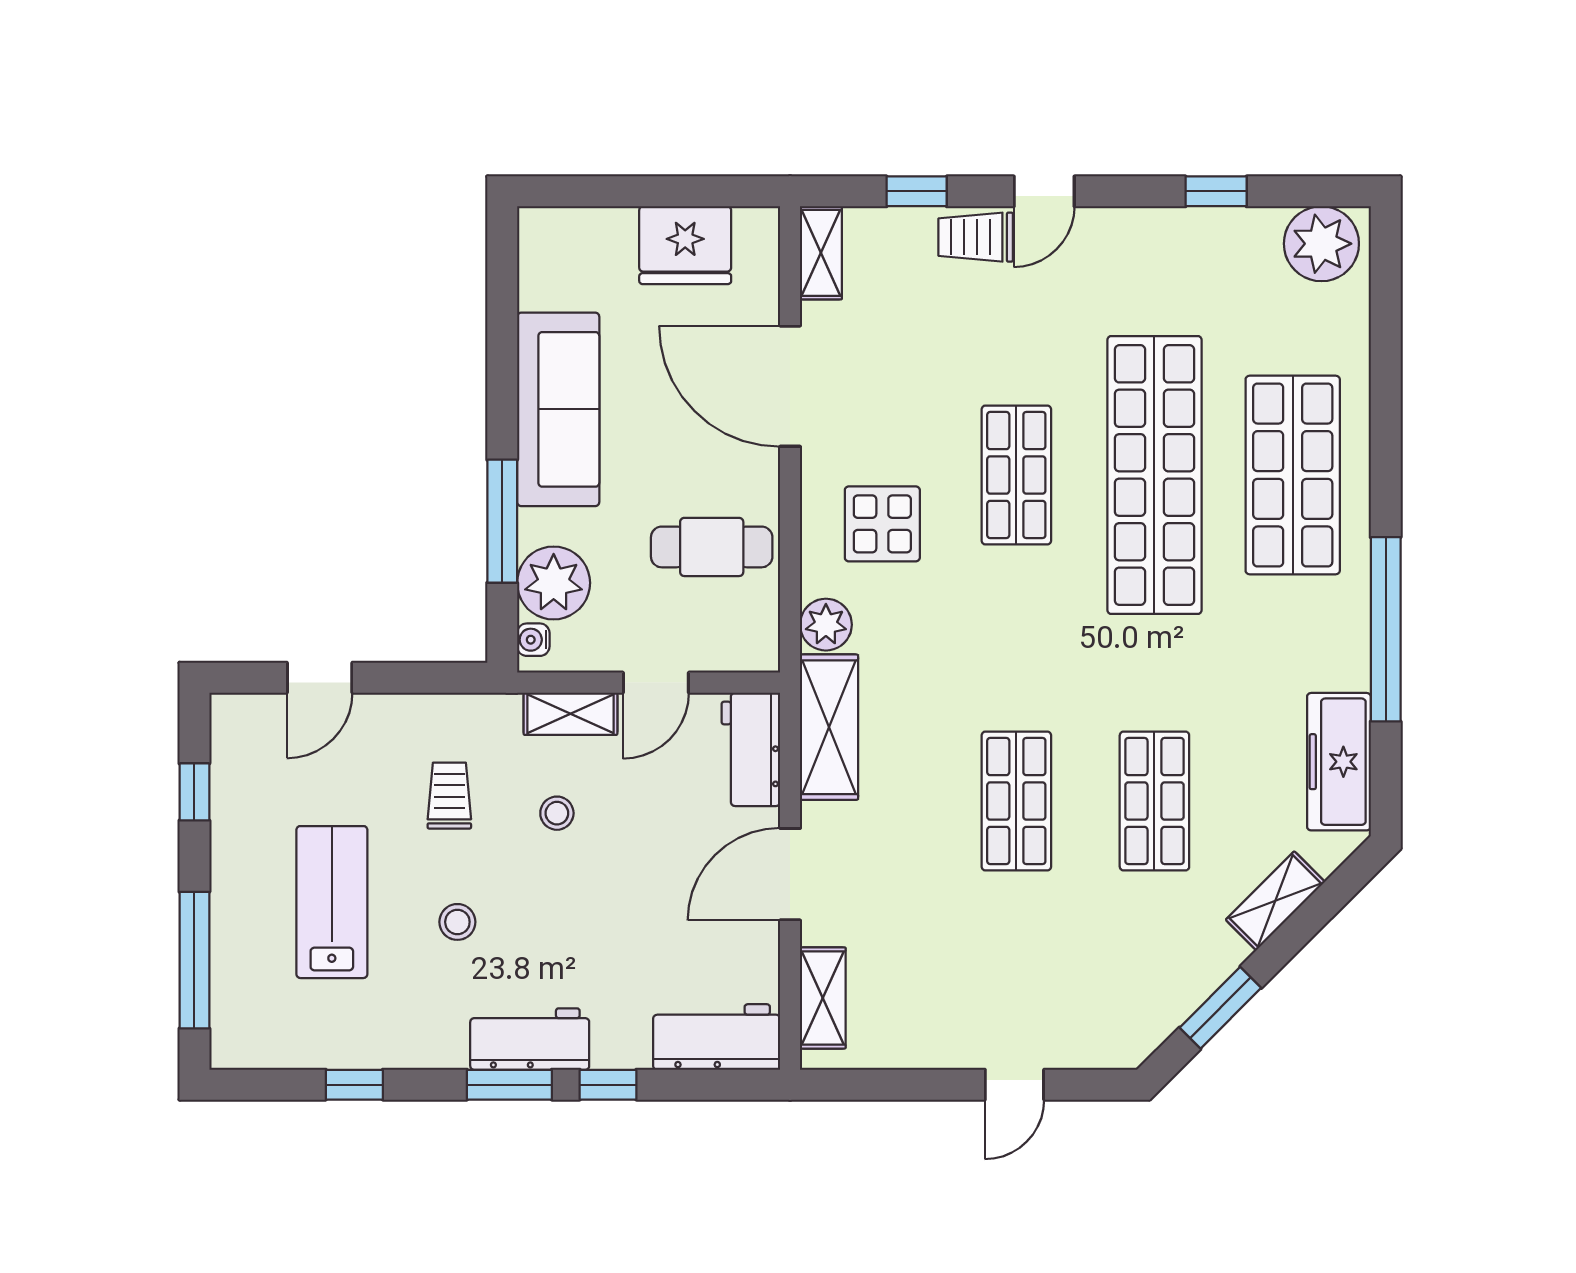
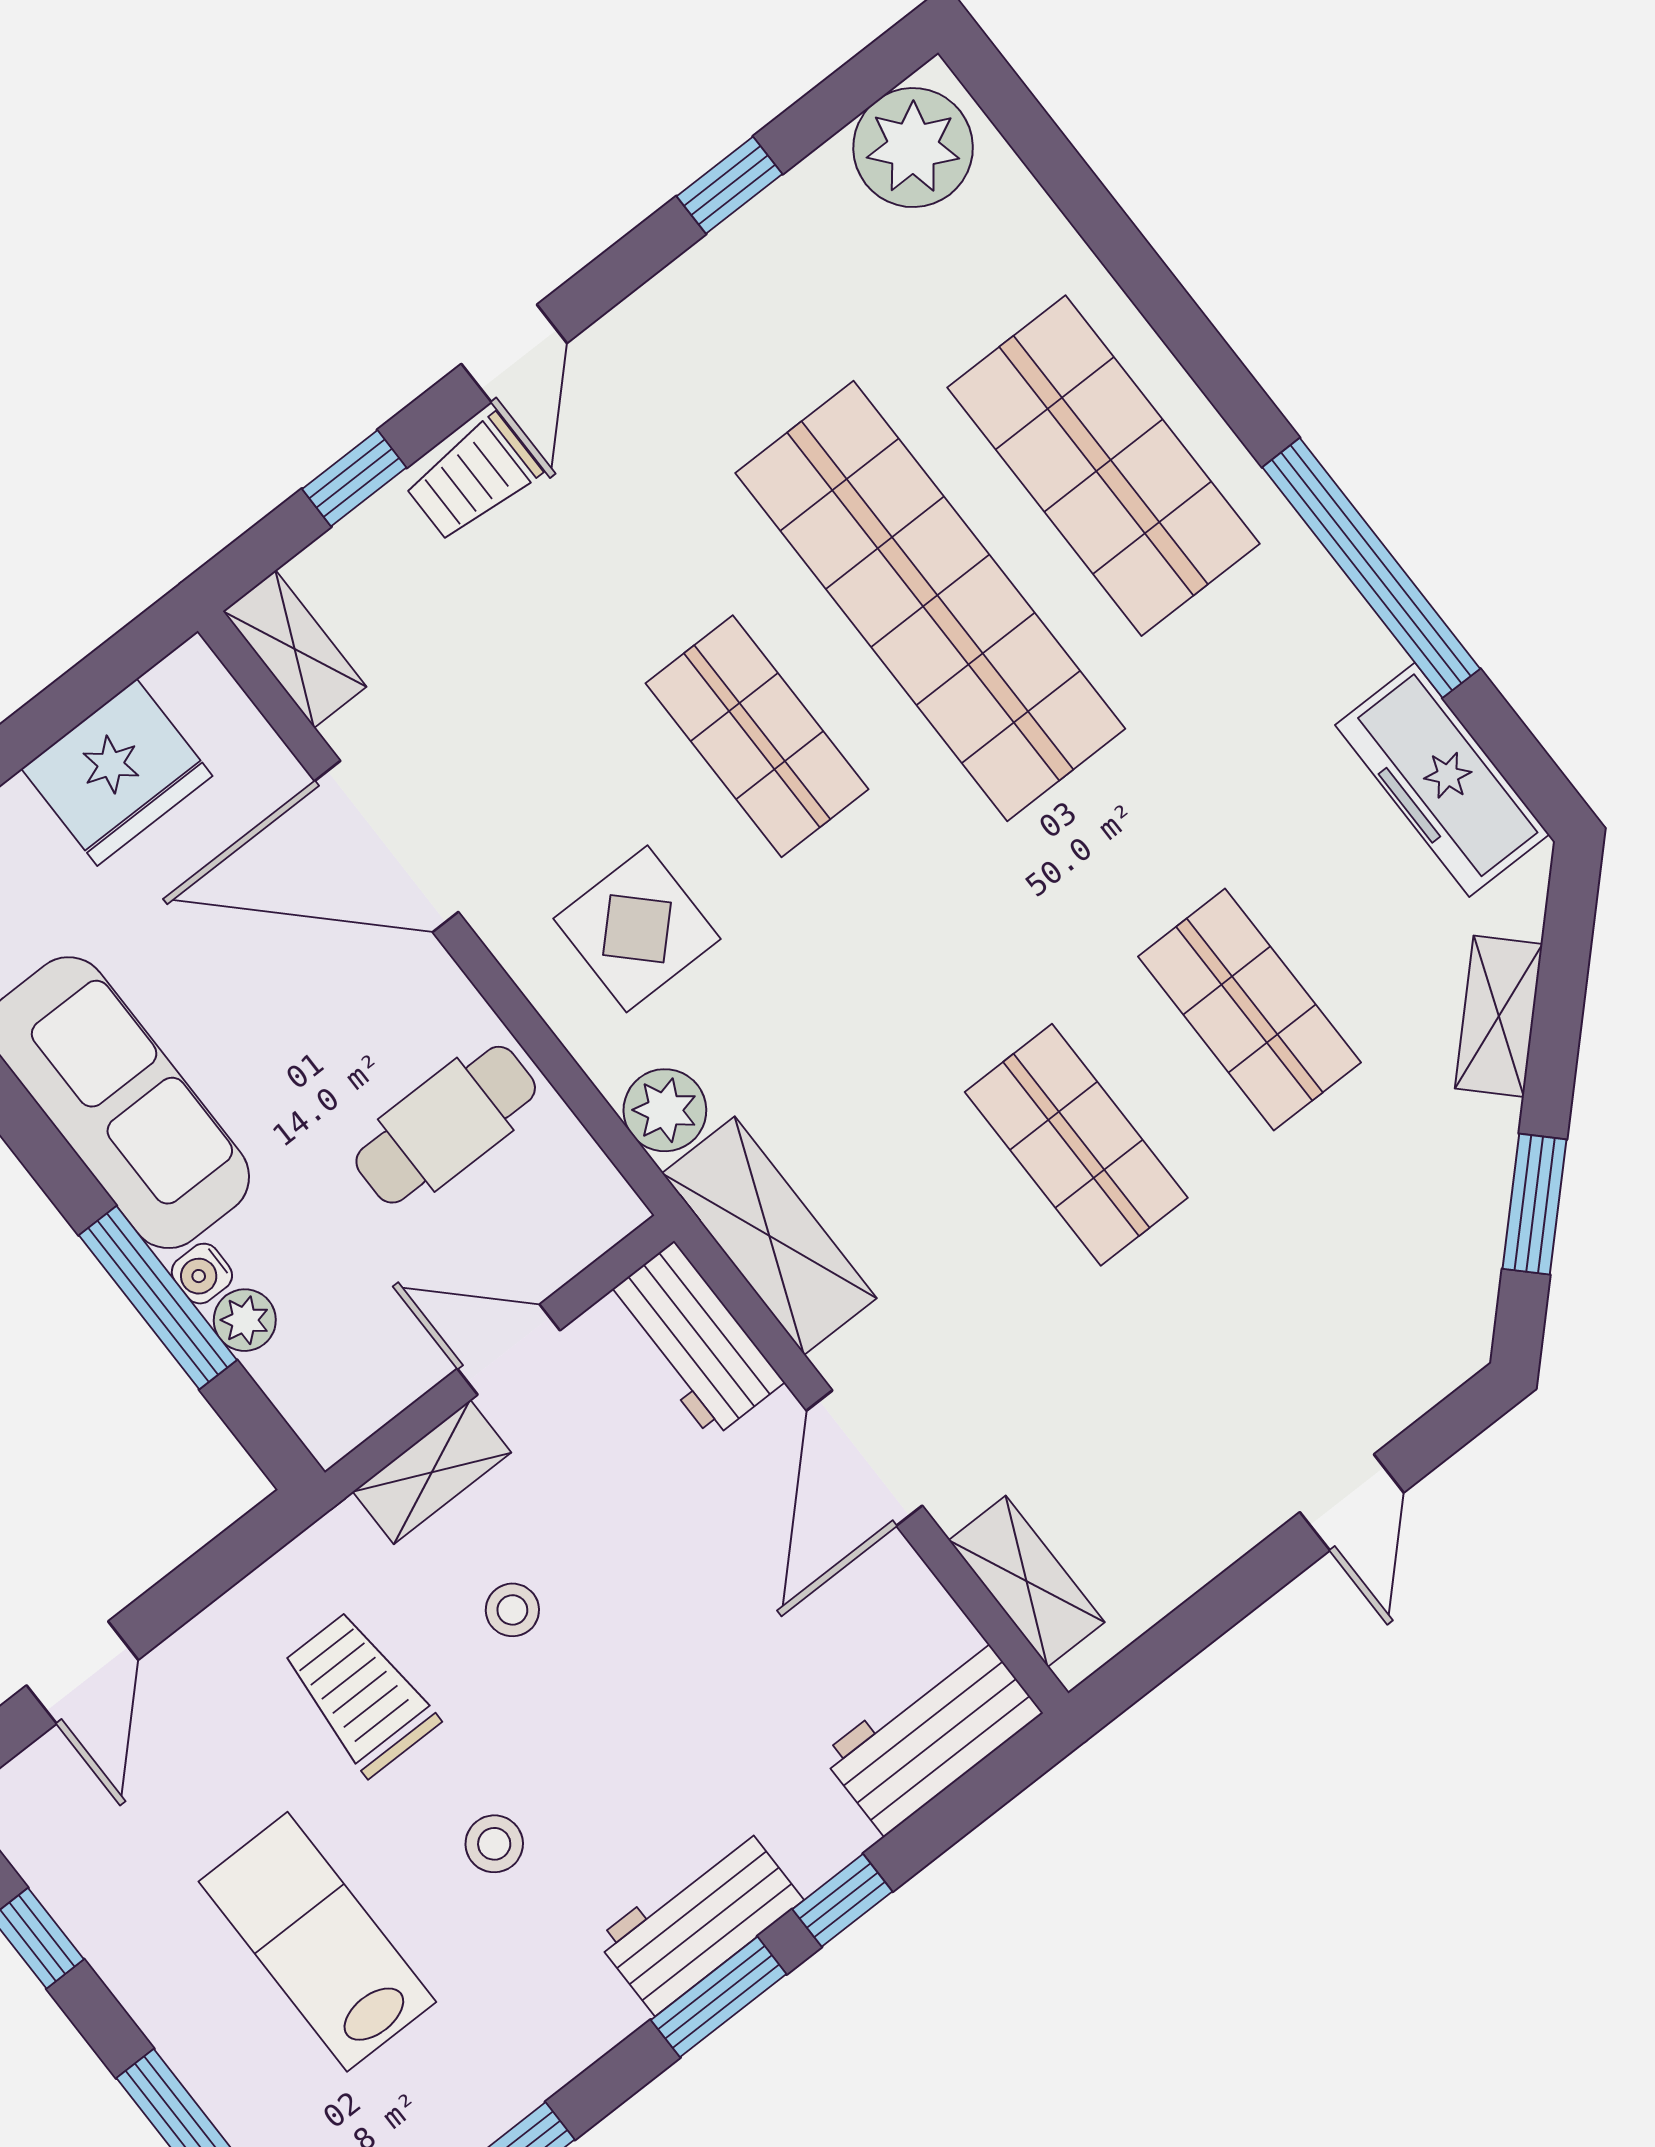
plant: (554, 583) -> (245, 1320), width x0.53, depth x0.53
water cooler: (533, 640) -> (202, 1274), moved
door: (656, 683) -> (509, 1350), swing flipped
trolley: (449, 796) -> (360, 1693), width x1.36, depth x1.39

